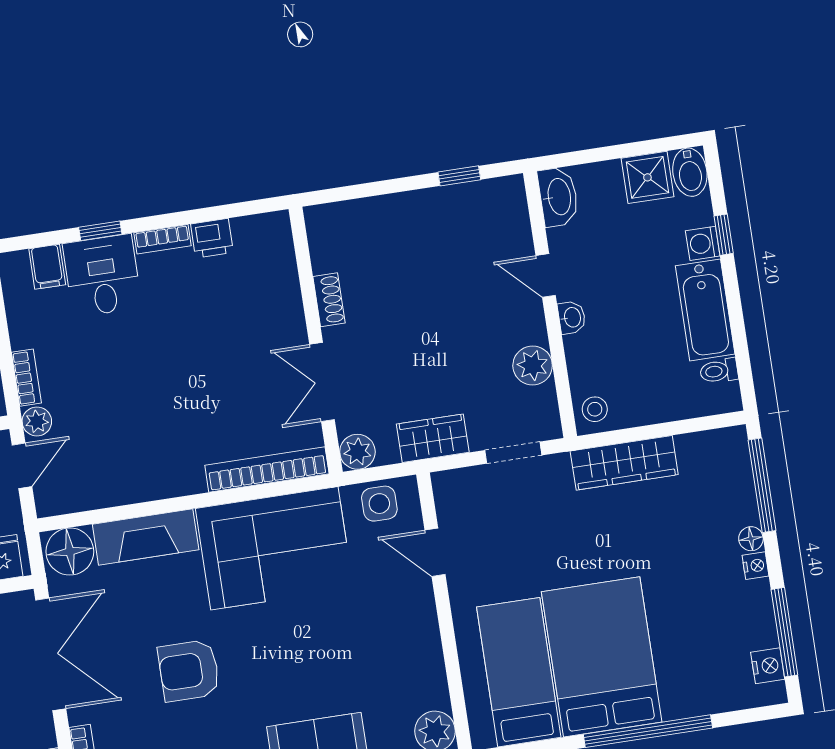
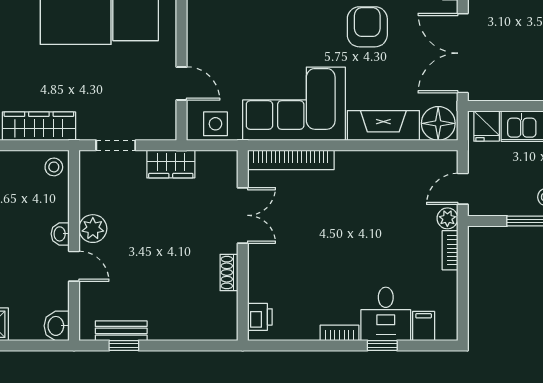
bench: (466, 196) -> (121, 331), added
washbasin: (558, 197) -> (57, 326), width x0.72
printer: (212, 238) -> (260, 317), moved, turned 90
plant: (533, 365) -> (93, 229), moved
plant: (357, 452) -> (225, 163), removed
armchair: (189, 671) -> (367, 27), turned -90

